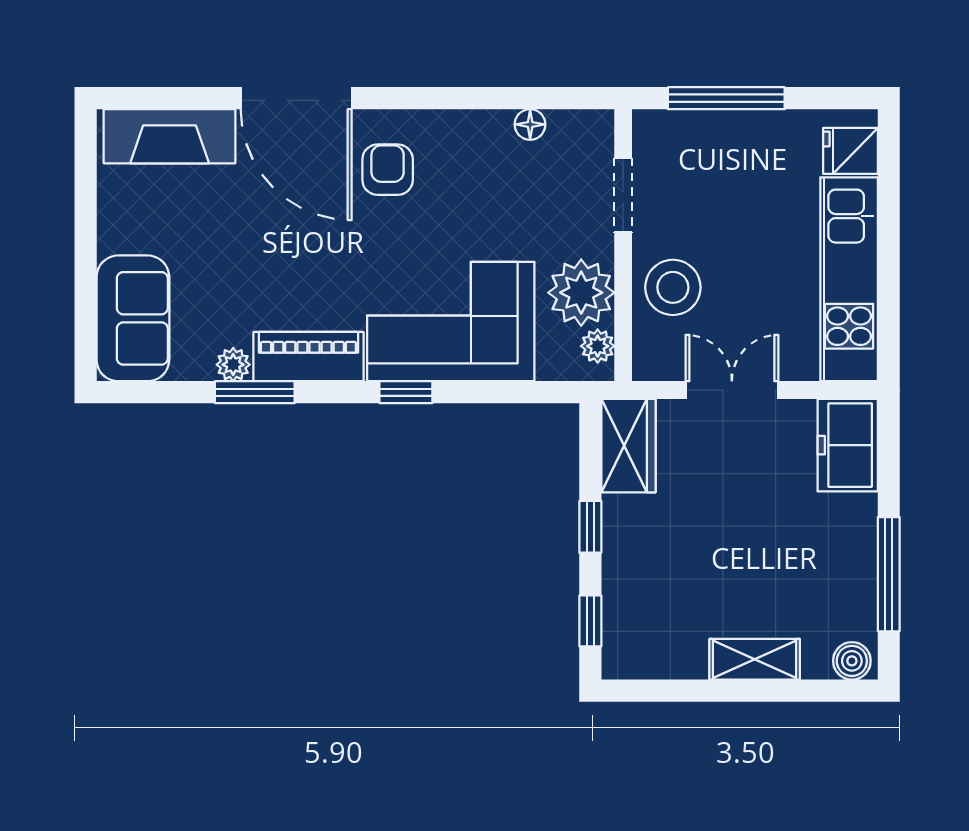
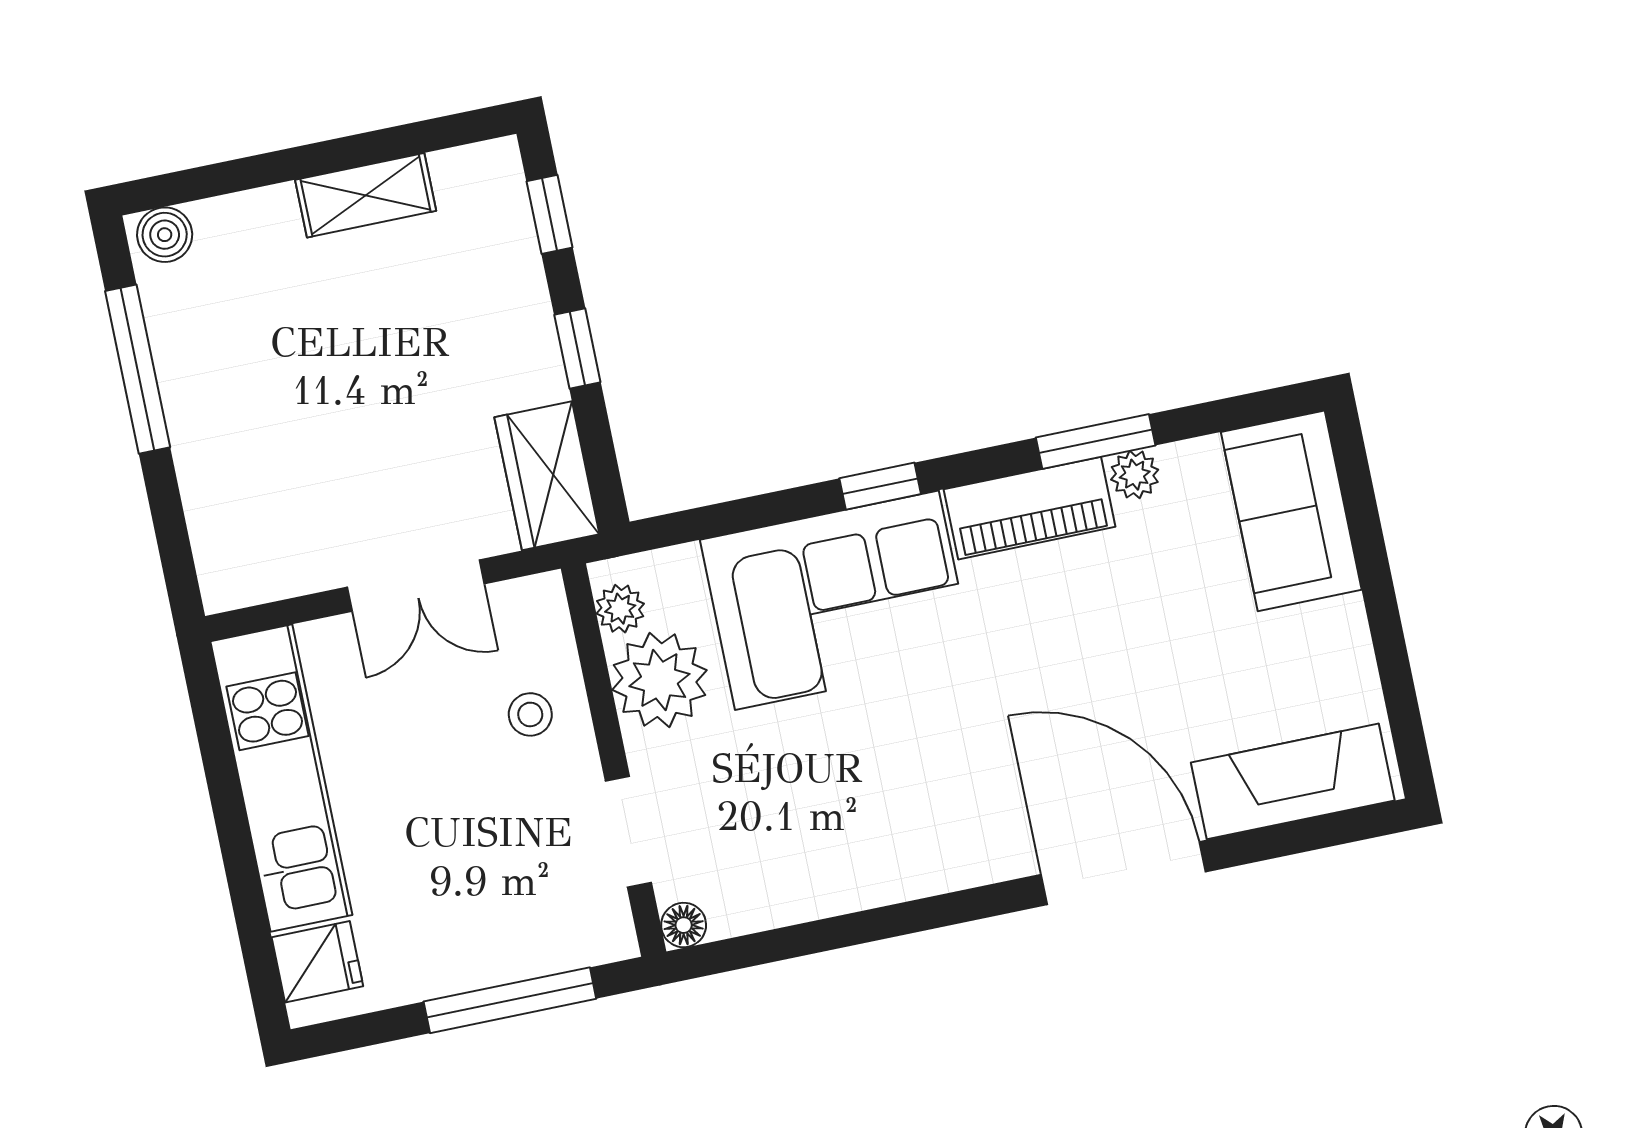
floor lamp: (530, 124) -> (684, 925), moved
armchair: (388, 170) -> (972, 798), removed
stool: (673, 287) -> (530, 714), width x0.53, depth x0.53
freezer: (848, 445) -> (234, 541), removed
shelving: (755, 659) -> (366, 195), moved

